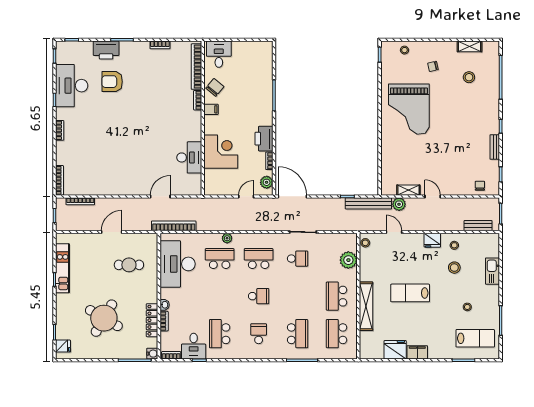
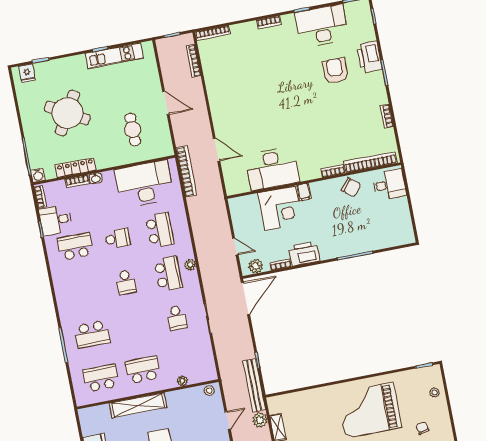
filing cabinet: (211, 109) -> (304, 192), moved
desk: (189, 157) -> (272, 168), width x1.36, depth x1.30
plant: (227, 238) -> (190, 265), moved
plant: (348, 260) -> (182, 381), width x0.53, depth x0.53
school desk: (259, 334) -> (117, 238), moved

